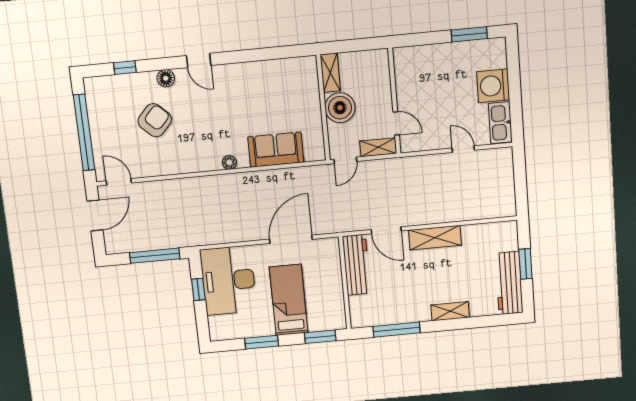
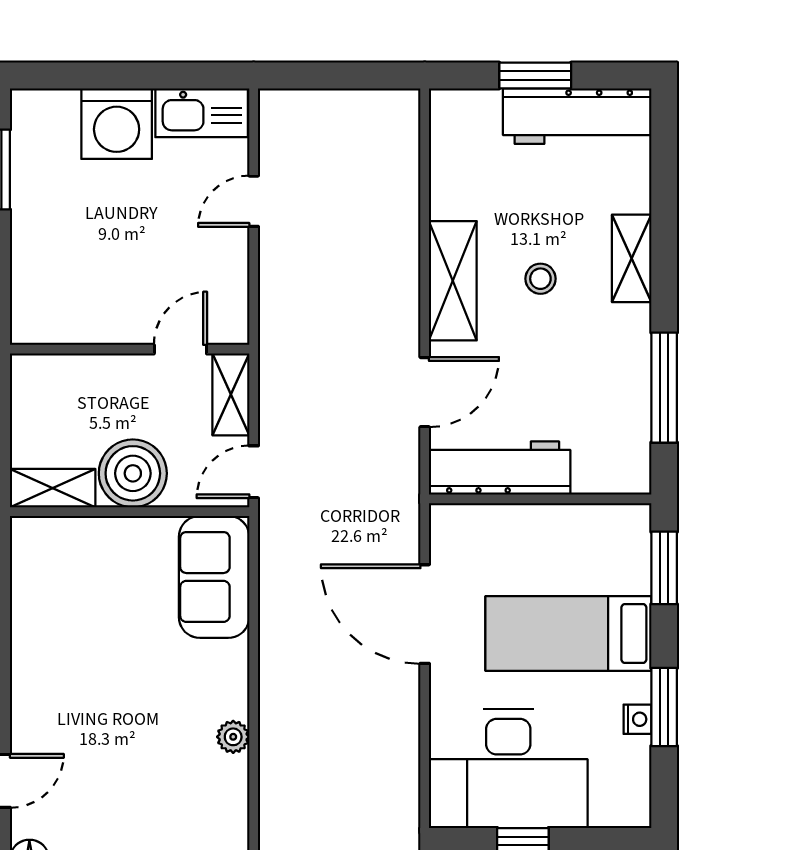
sofa: (276, 150) -> (214, 577), moved
door: (345, 160) -> (254, 472), swing flipped
stool: (439, 274) -> (540, 279), added
nightstand: (255, 332) -> (637, 719), added

